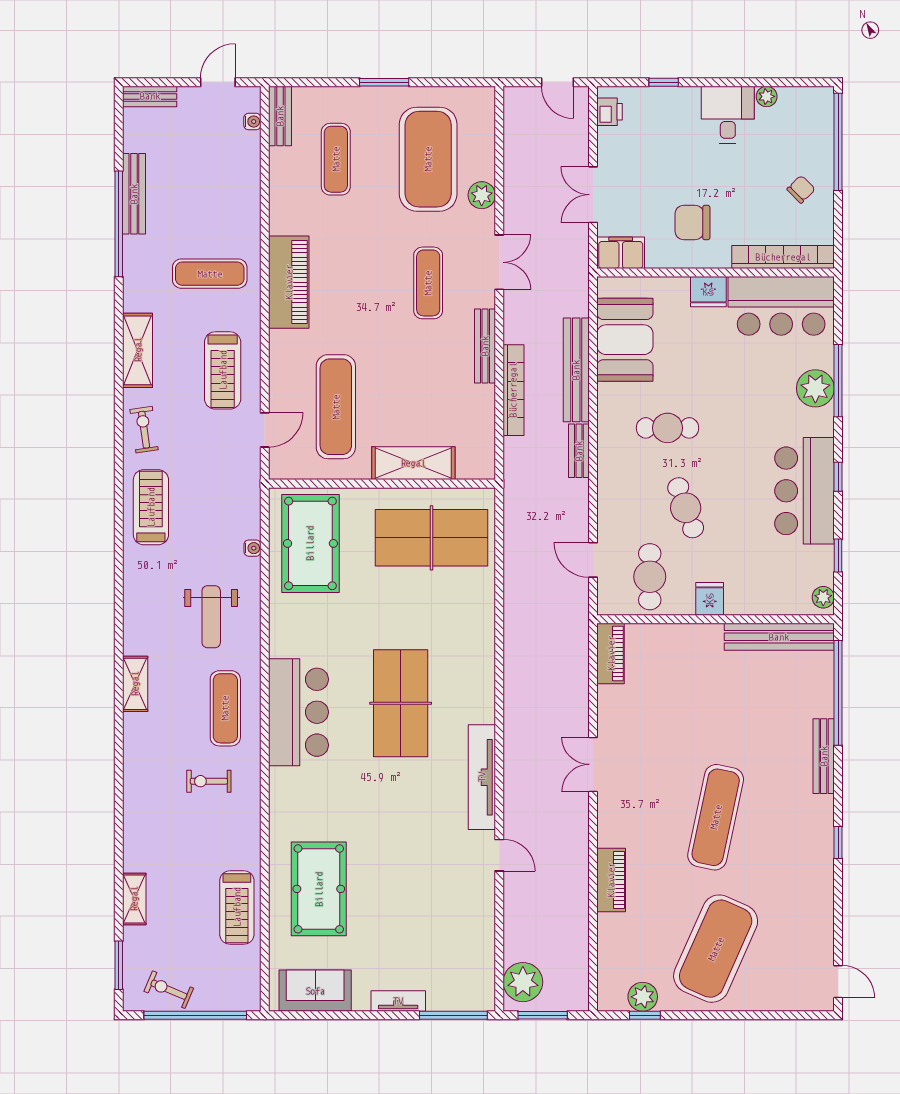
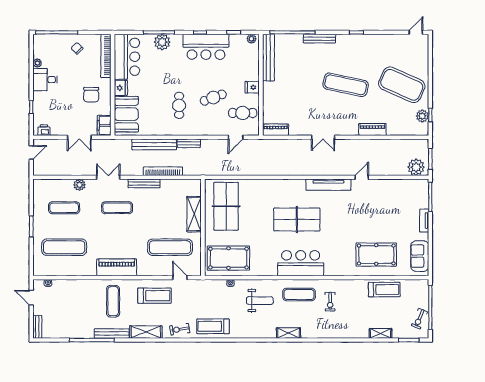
bench: (280, 116) -> (46, 271), removed
exercise mat: (336, 159) -> (64, 247), width x1.36, depth x1.45
exercise mat: (428, 159) -> (64, 208), width x0.50, depth x0.69
bench: (134, 194) -> (112, 334), moved
booth: (625, 340) -> (126, 114), moved, turned 90

